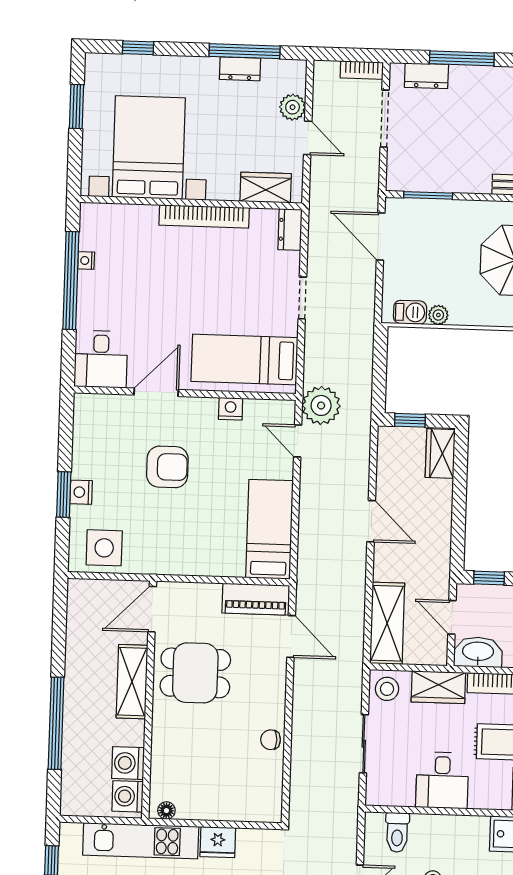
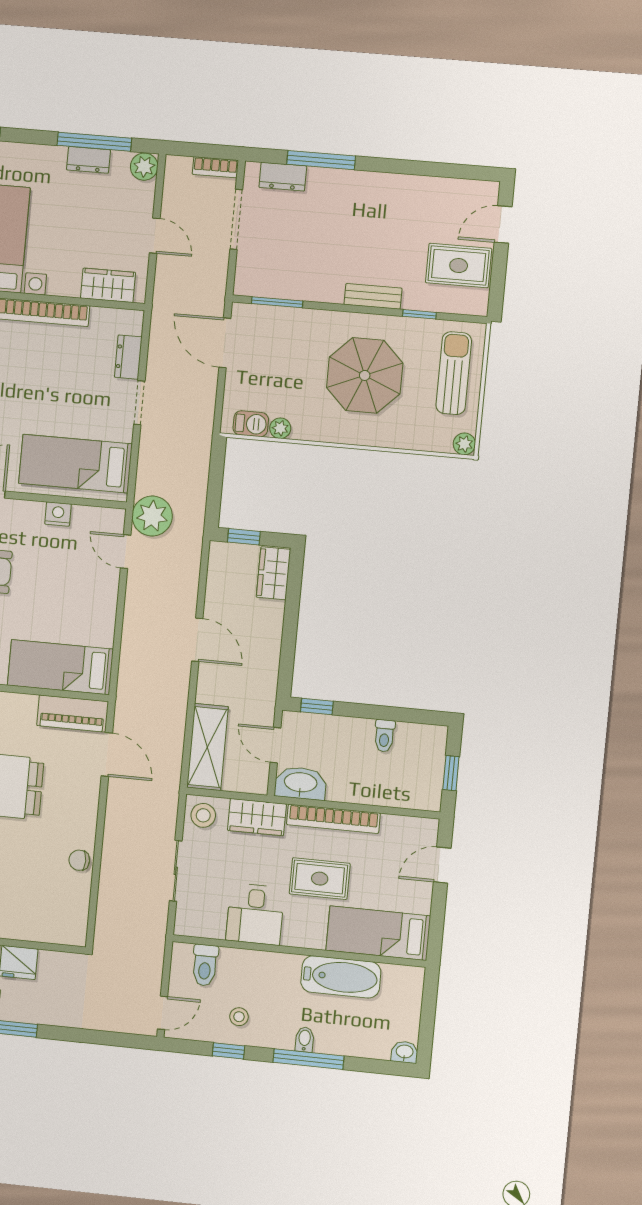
plant: (293, 107) -> (144, 167), moved
dresser: (290, 230) -> (128, 357), moved
bed: (269, 529) -> (60, 667), moved, turned -90

